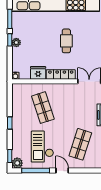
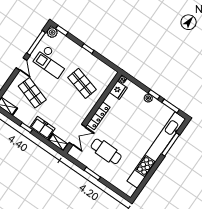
cafe table: (66, 41) -> (106, 151), moved, width x1.37, depth x1.35
fridge: (38, 73) -> (118, 90), moved
shop shelf: (43, 108) -> (82, 83), turned 33
checkout: (42, 147) -> (51, 62), turned 180
door: (62, 171) -> (21, 64), hinge flipped

